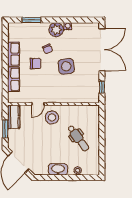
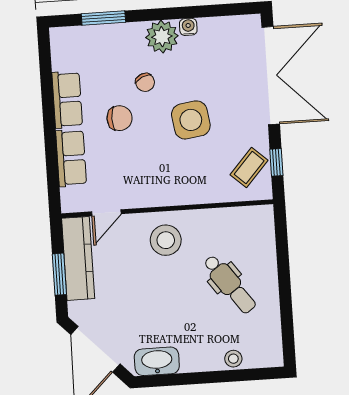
coffee table: (90, 89) -> (249, 167), added
door: (38, 104) -> (106, 213), moved
kitchen counter: (14, 117) -> (78, 258), width x1.50
washbasin: (58, 169) -> (157, 361), moved

